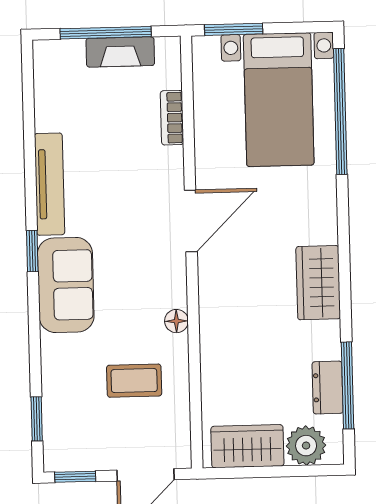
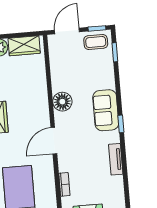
tv unit: (50, 184) -> (116, 159), width x0.71
floor lamp: (176, 321) -> (62, 102), width x1.89, depth x1.89
coffee table: (134, 381) -> (96, 42), moved

